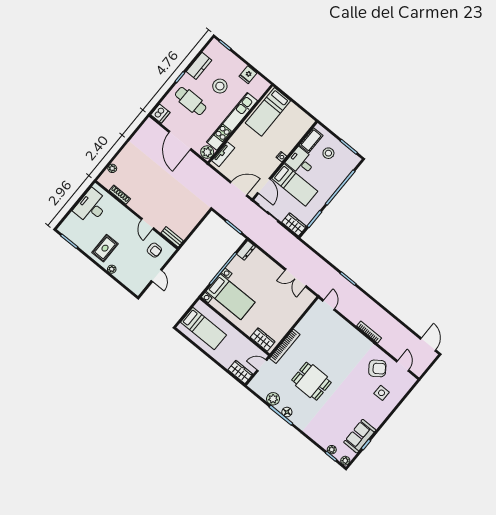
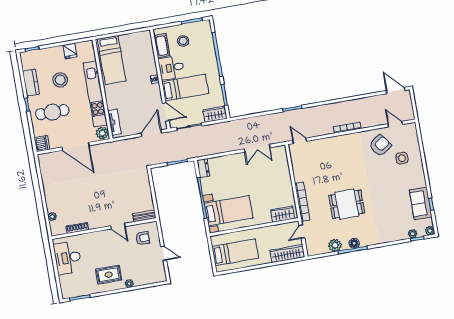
rug: (105, 248) -> (109, 275), turned 90
wardrobe: (240, 372) -> (287, 254), width x1.50

